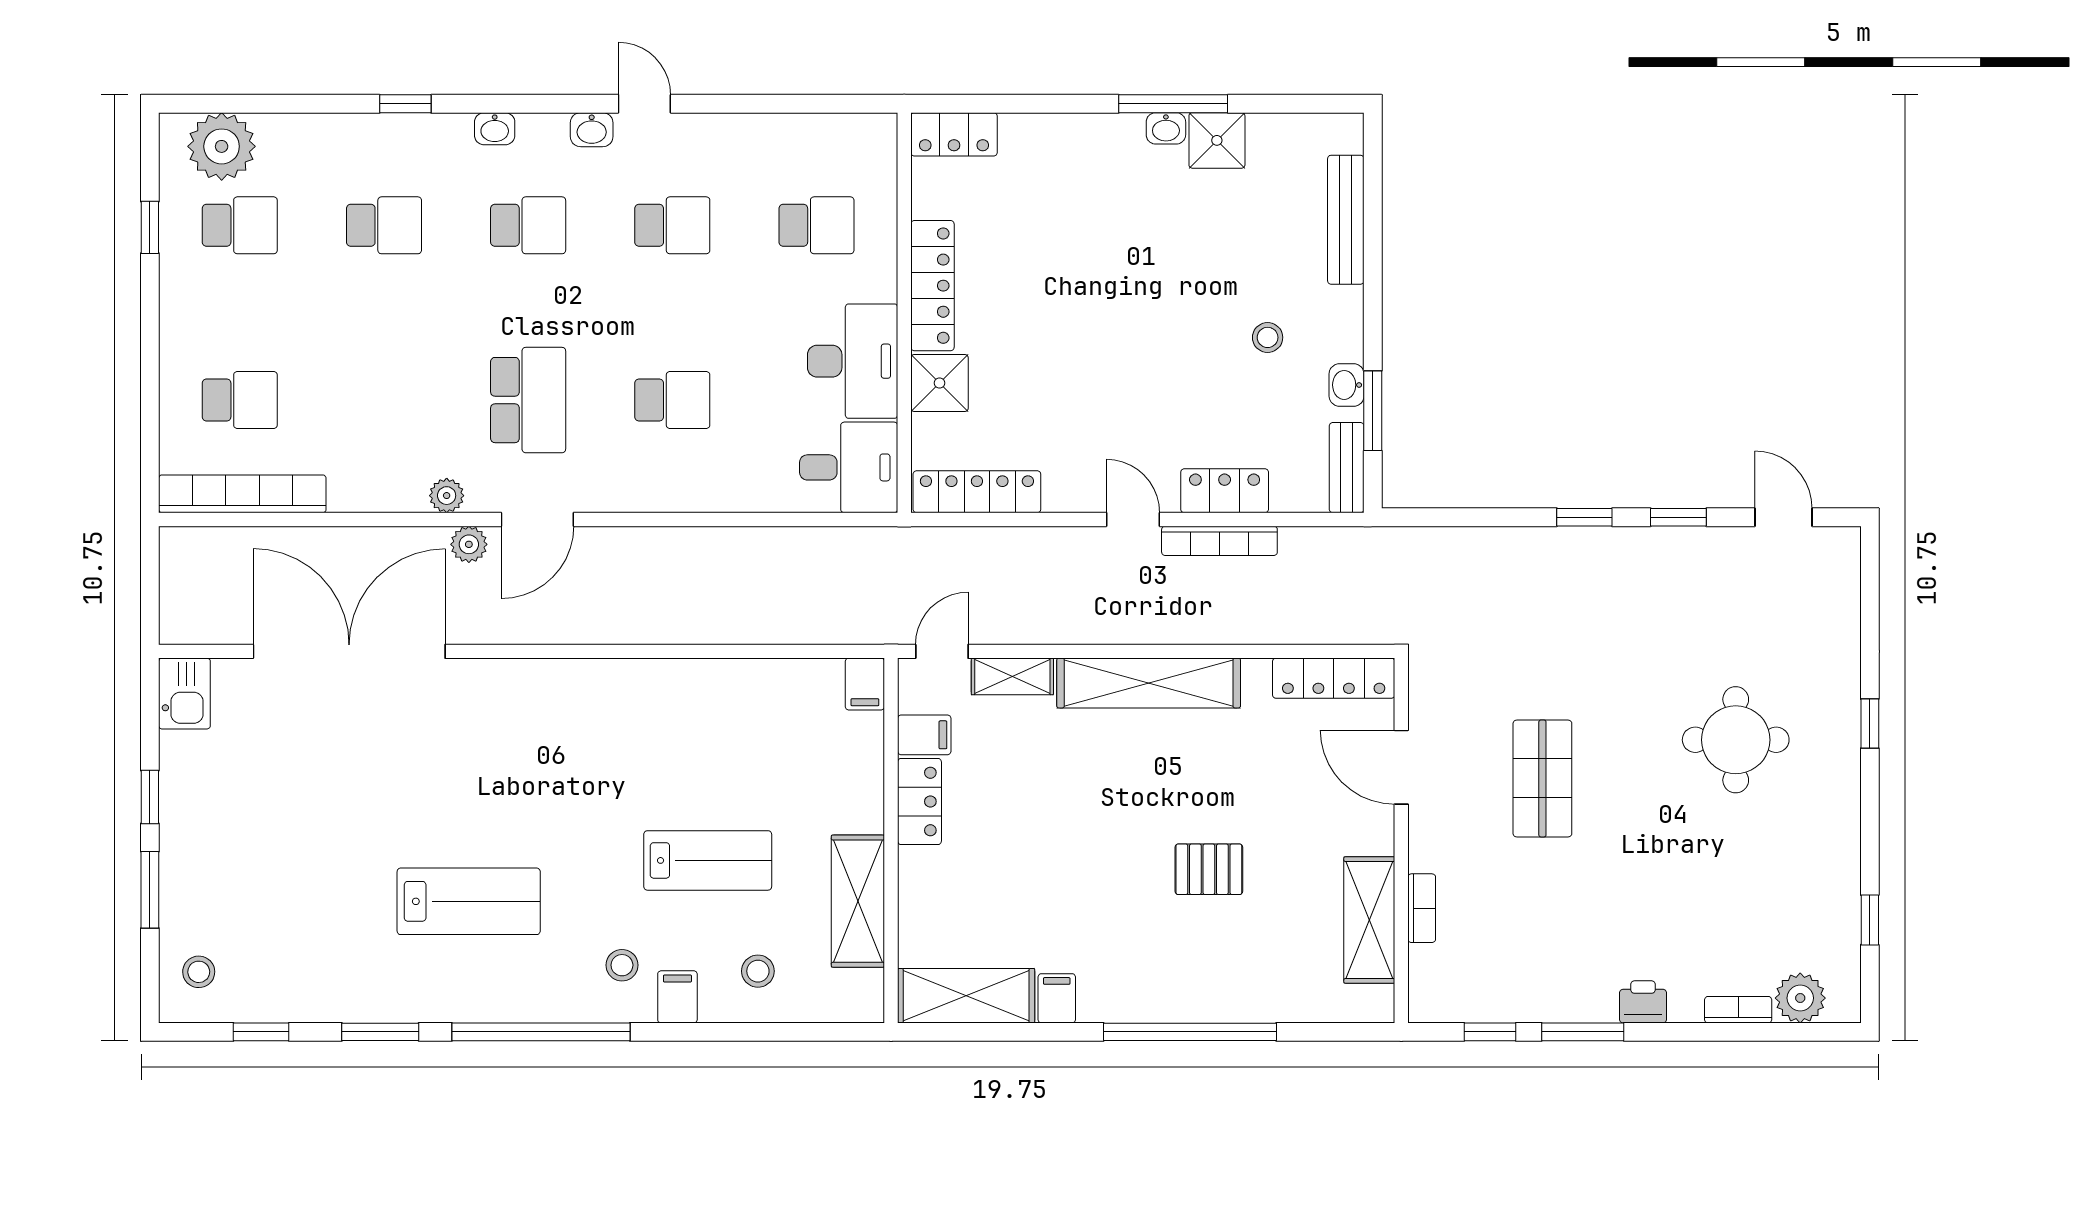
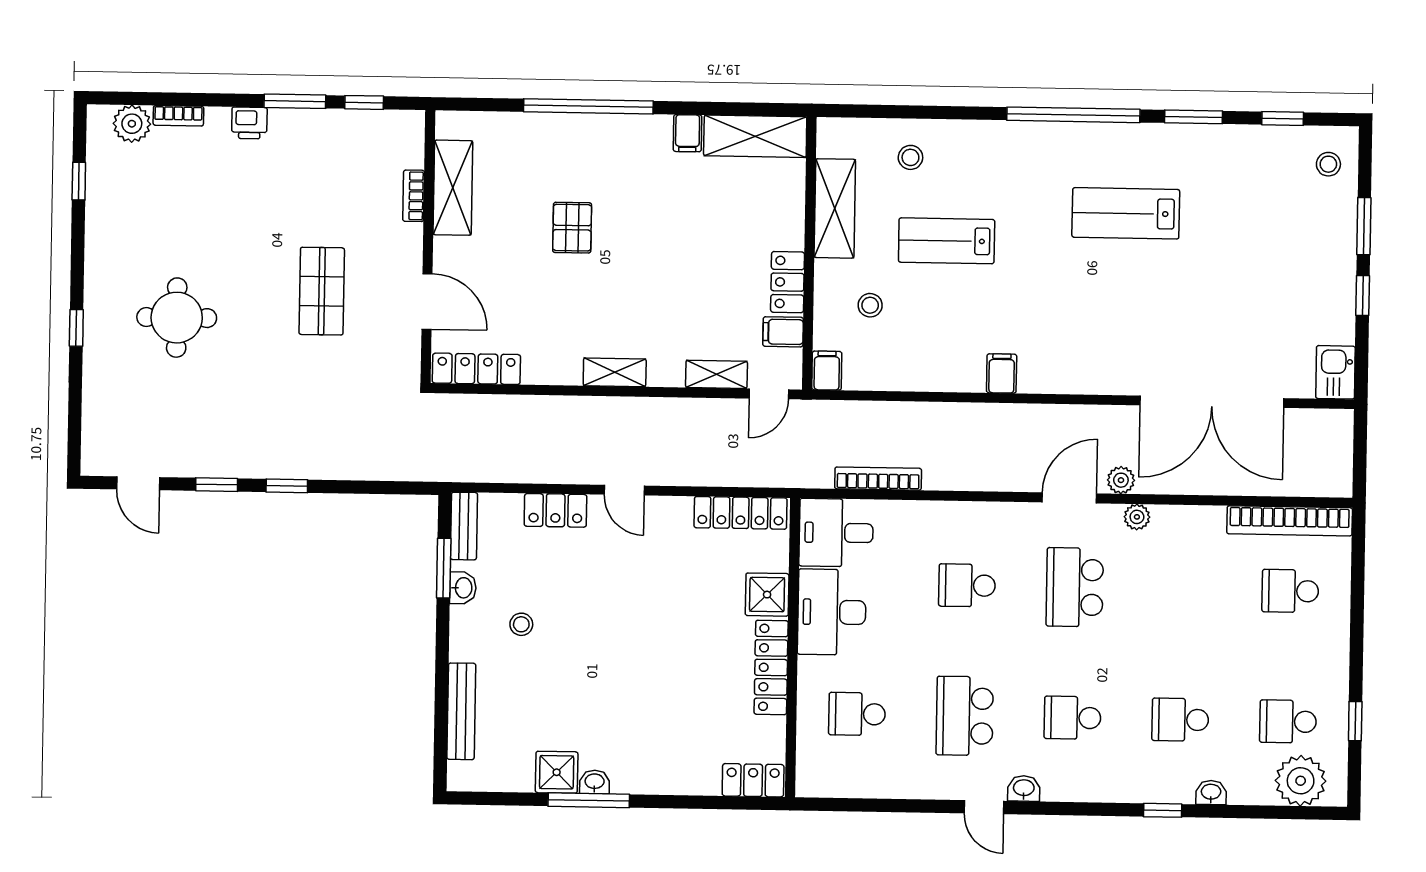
washbasin: (495, 129) -> (1211, 792), moved
school desk: (672, 225) -> (965, 716), width x1.85
bookcase: (1219, 541) -> (878, 479), moved
shelving: (1149, 683) -> (615, 372), width x0.45, depth x0.75
pallet: (1209, 869) -> (572, 228), turned 90
stool: (622, 965) -> (870, 305), moved
filing cabinet: (677, 997) -> (1002, 373), moved, turned 180

